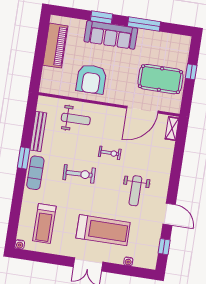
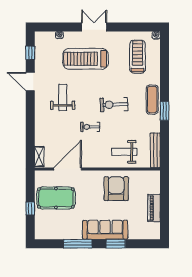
piano: (55, 46) -> (154, 208), width x0.73, depth x0.75
bench: (38, 131) -> (155, 150), moved

